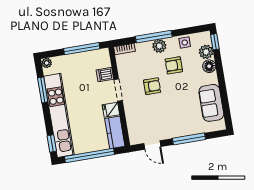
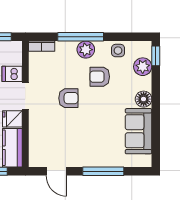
floor lamp: (209, 66) -> (144, 99), moved

